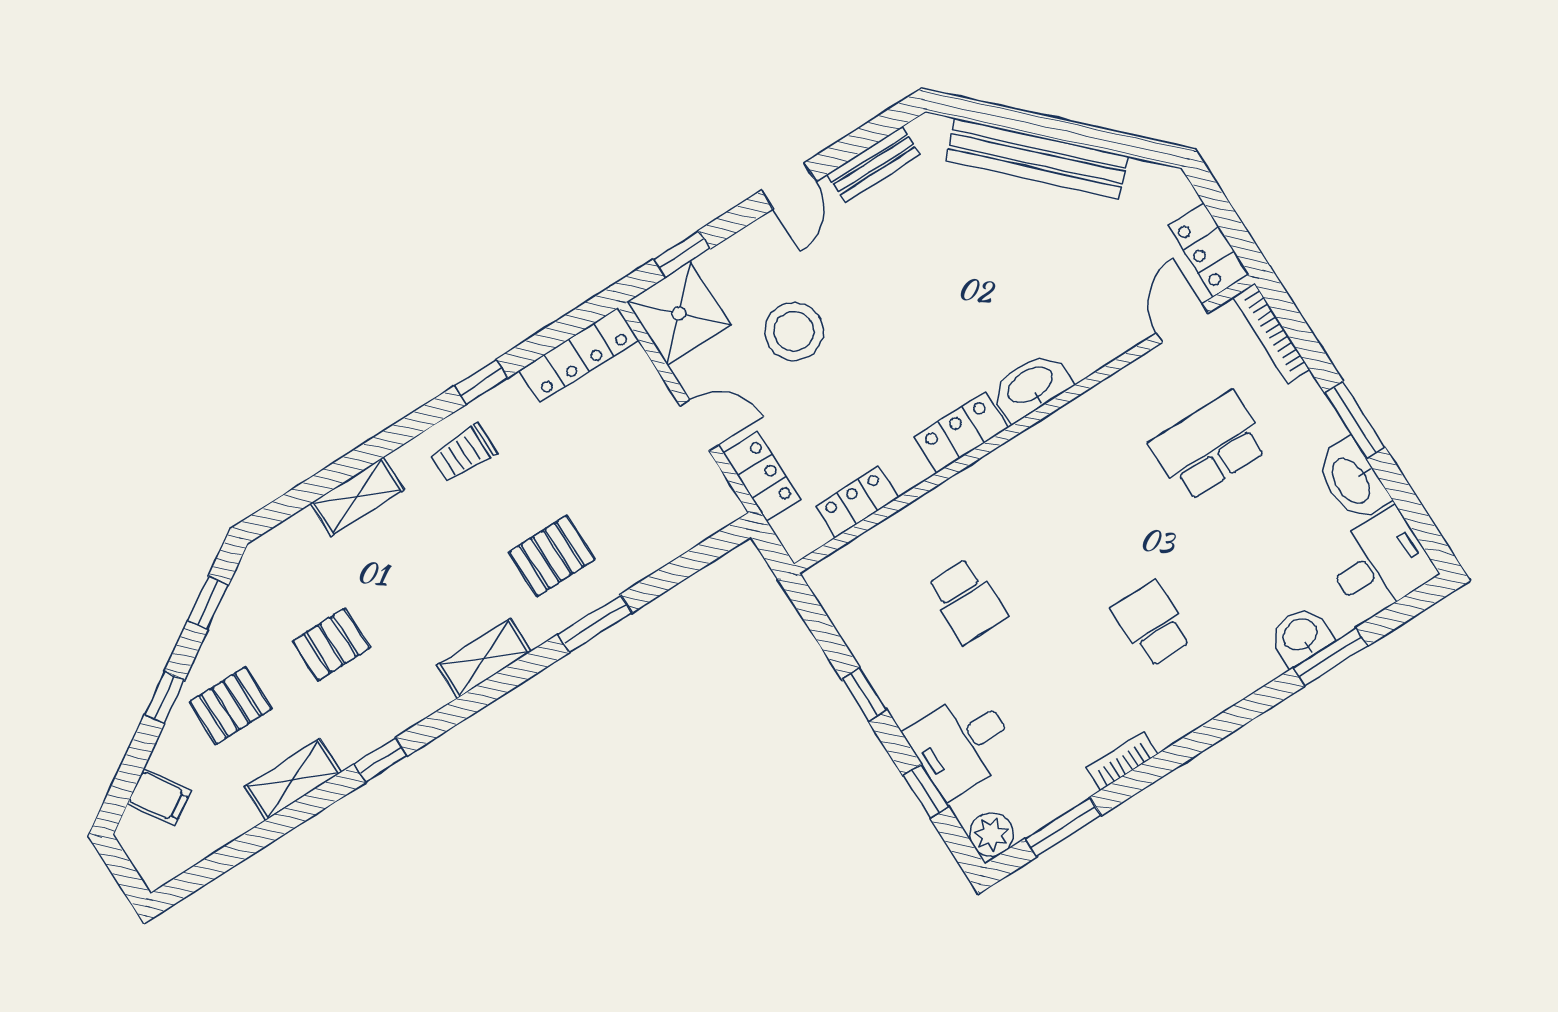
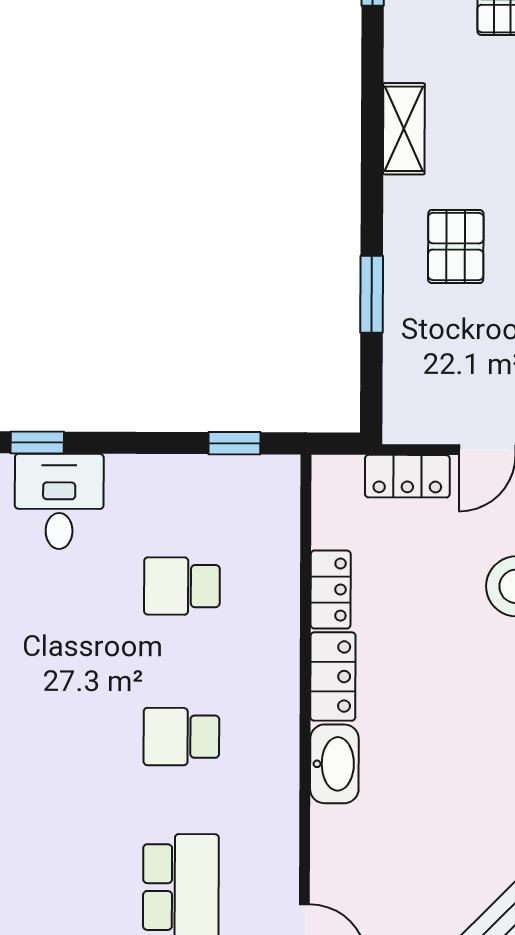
locker: (857, 502) -> (331, 589), moved
window: (595, 624) -> (372, 294), moved
school desk: (1152, 624) -> (181, 737), moved, turned 180
window: (864, 694) -> (234, 443), moved

